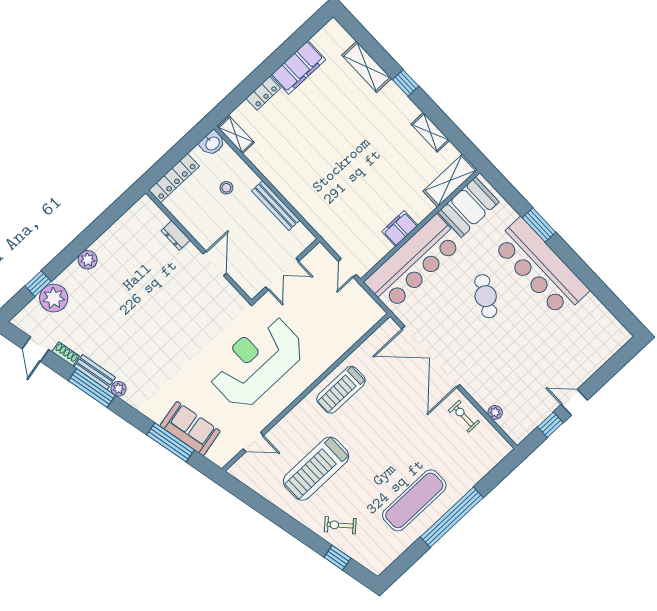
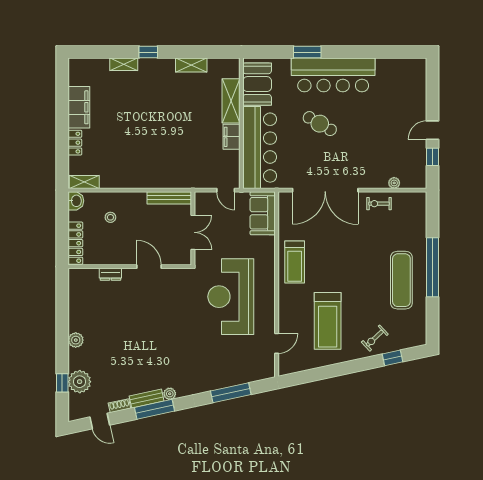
shelving: (367, 67) -> (124, 64), width x0.67, depth x0.75
shelving: (450, 181) -> (231, 101), moved
bench: (276, 205) -> (169, 198), moved
sofa: (190, 429) -> (263, 213), moved, turned -78

